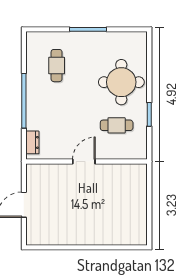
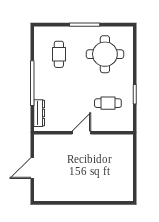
round table: (121, 82) -> (105, 54), moved
dresser: (32, 142) -> (39, 113), width x1.44

